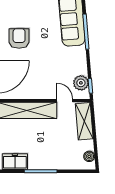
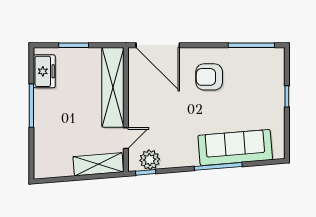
armchair: (19, 38) -> (209, 77), turned 180
boiler: (89, 156) -> (51, 171), removed

